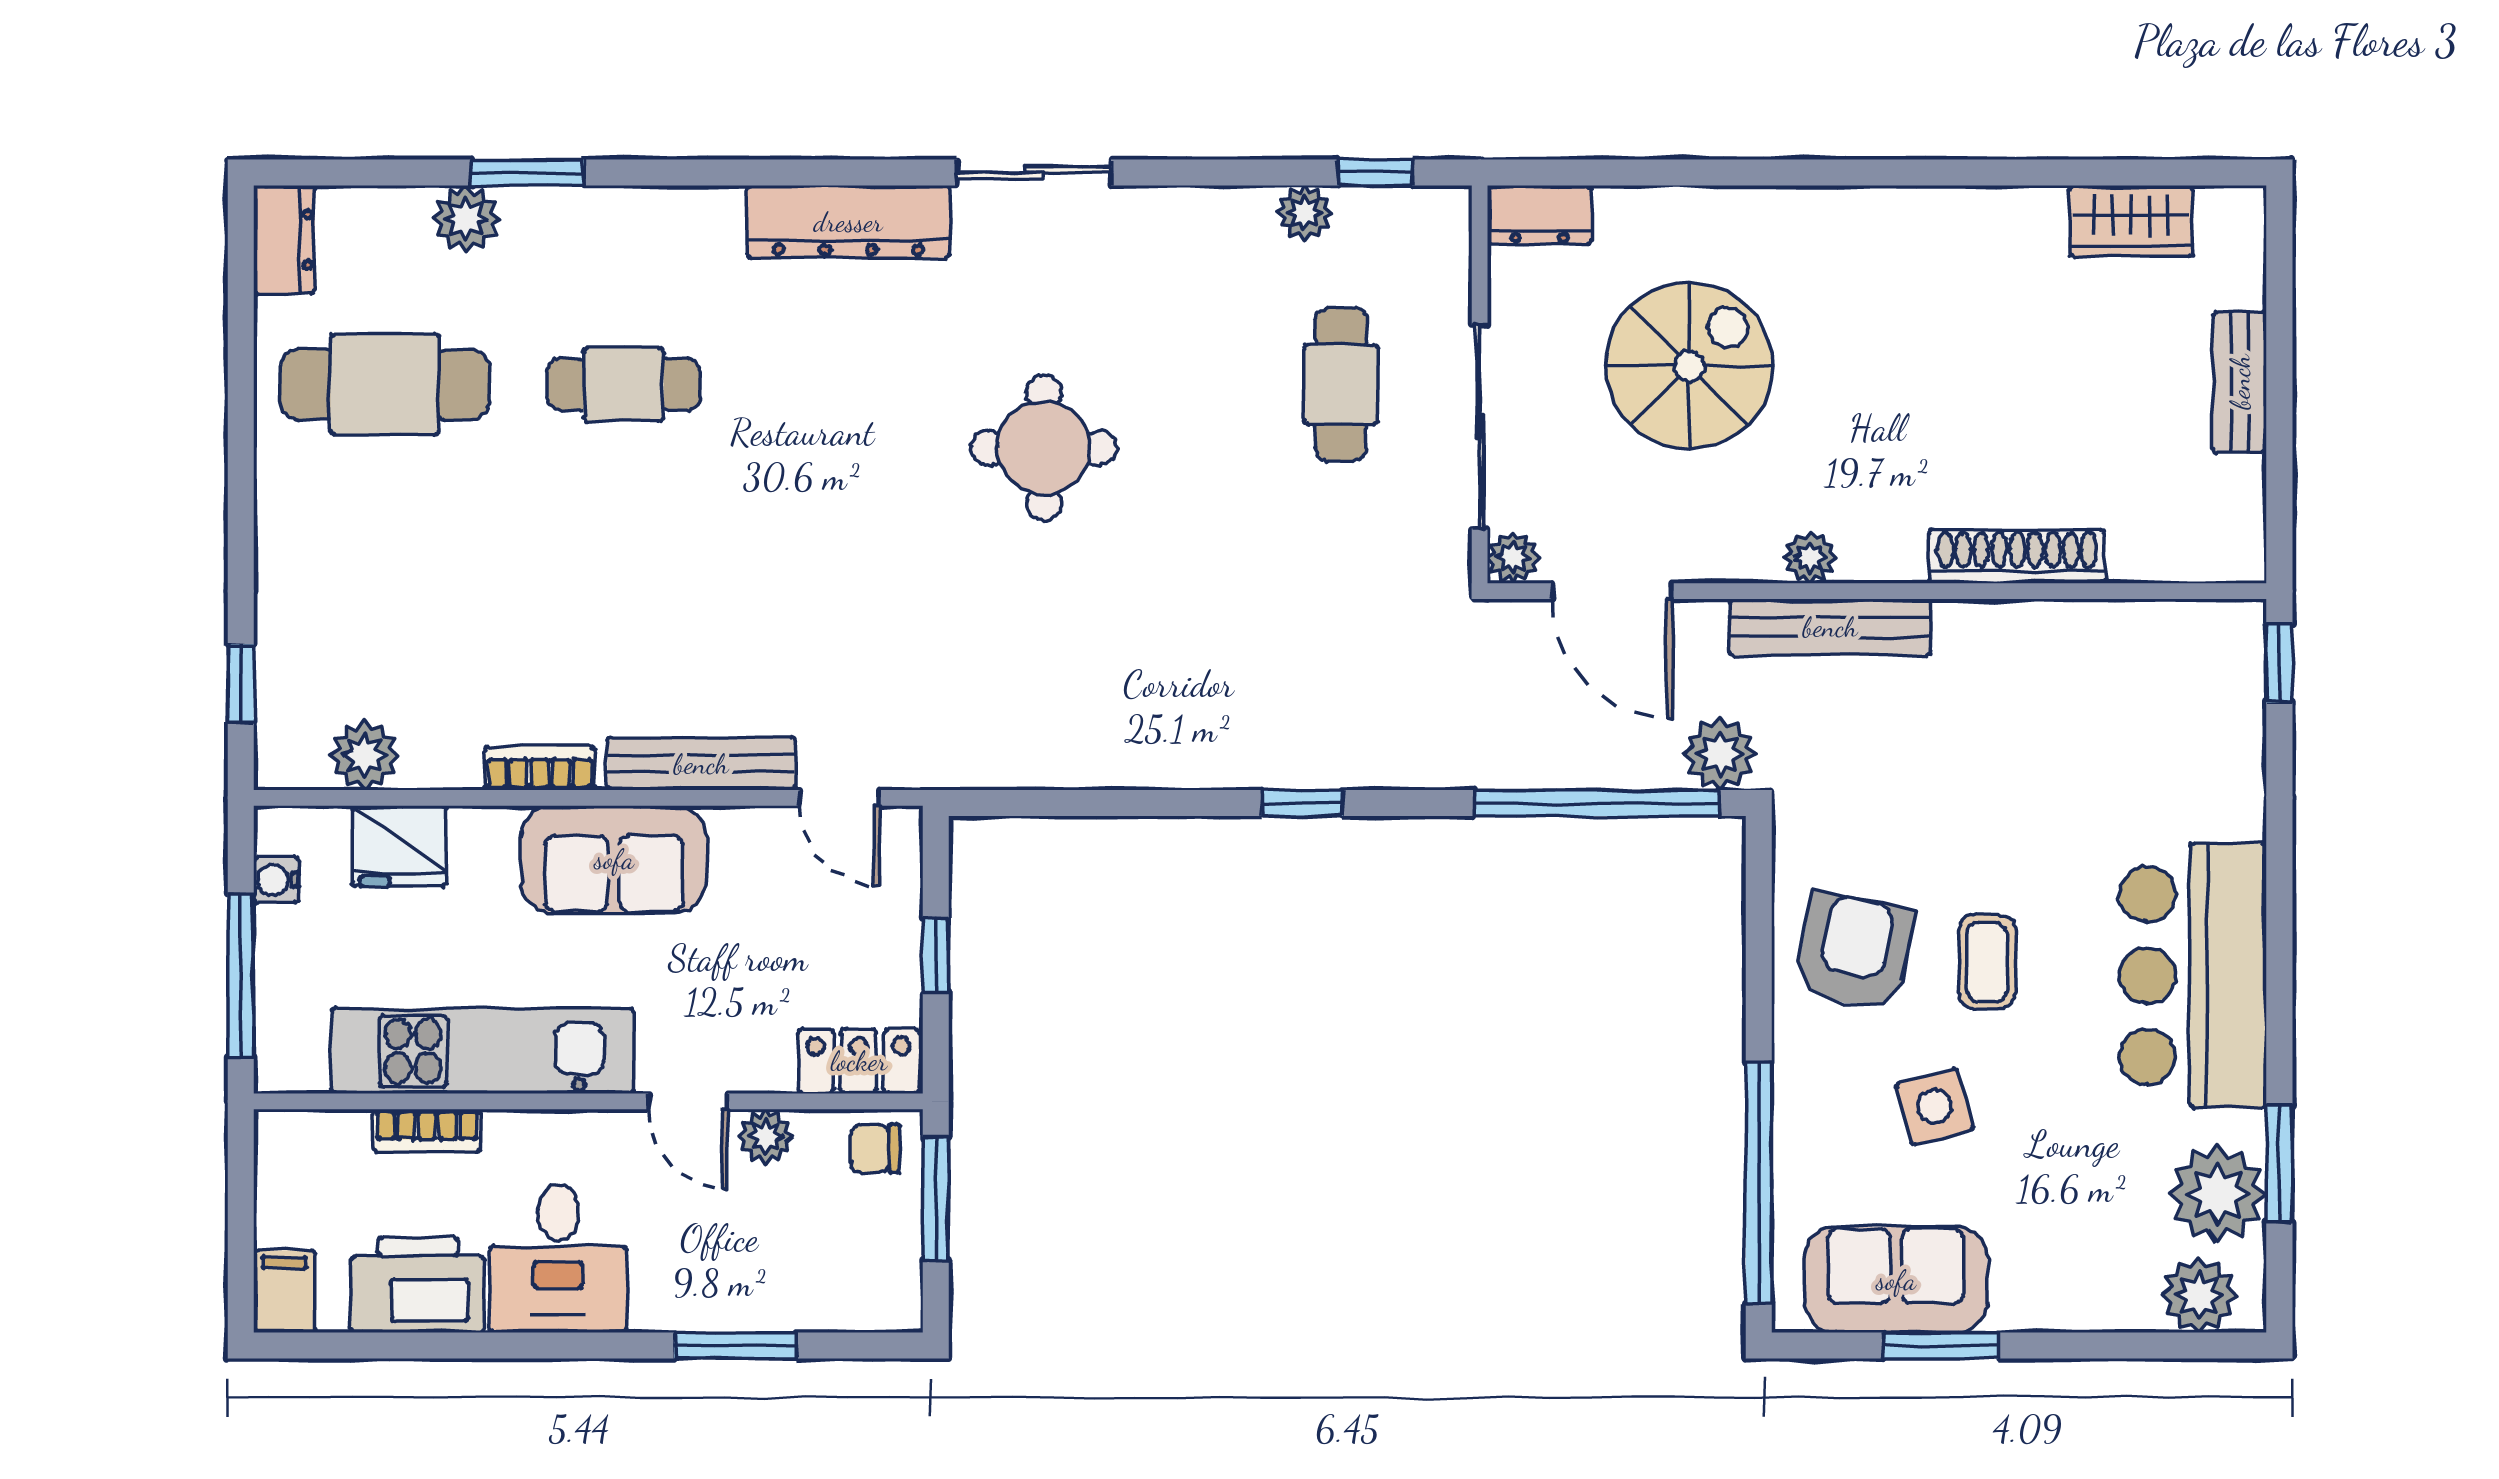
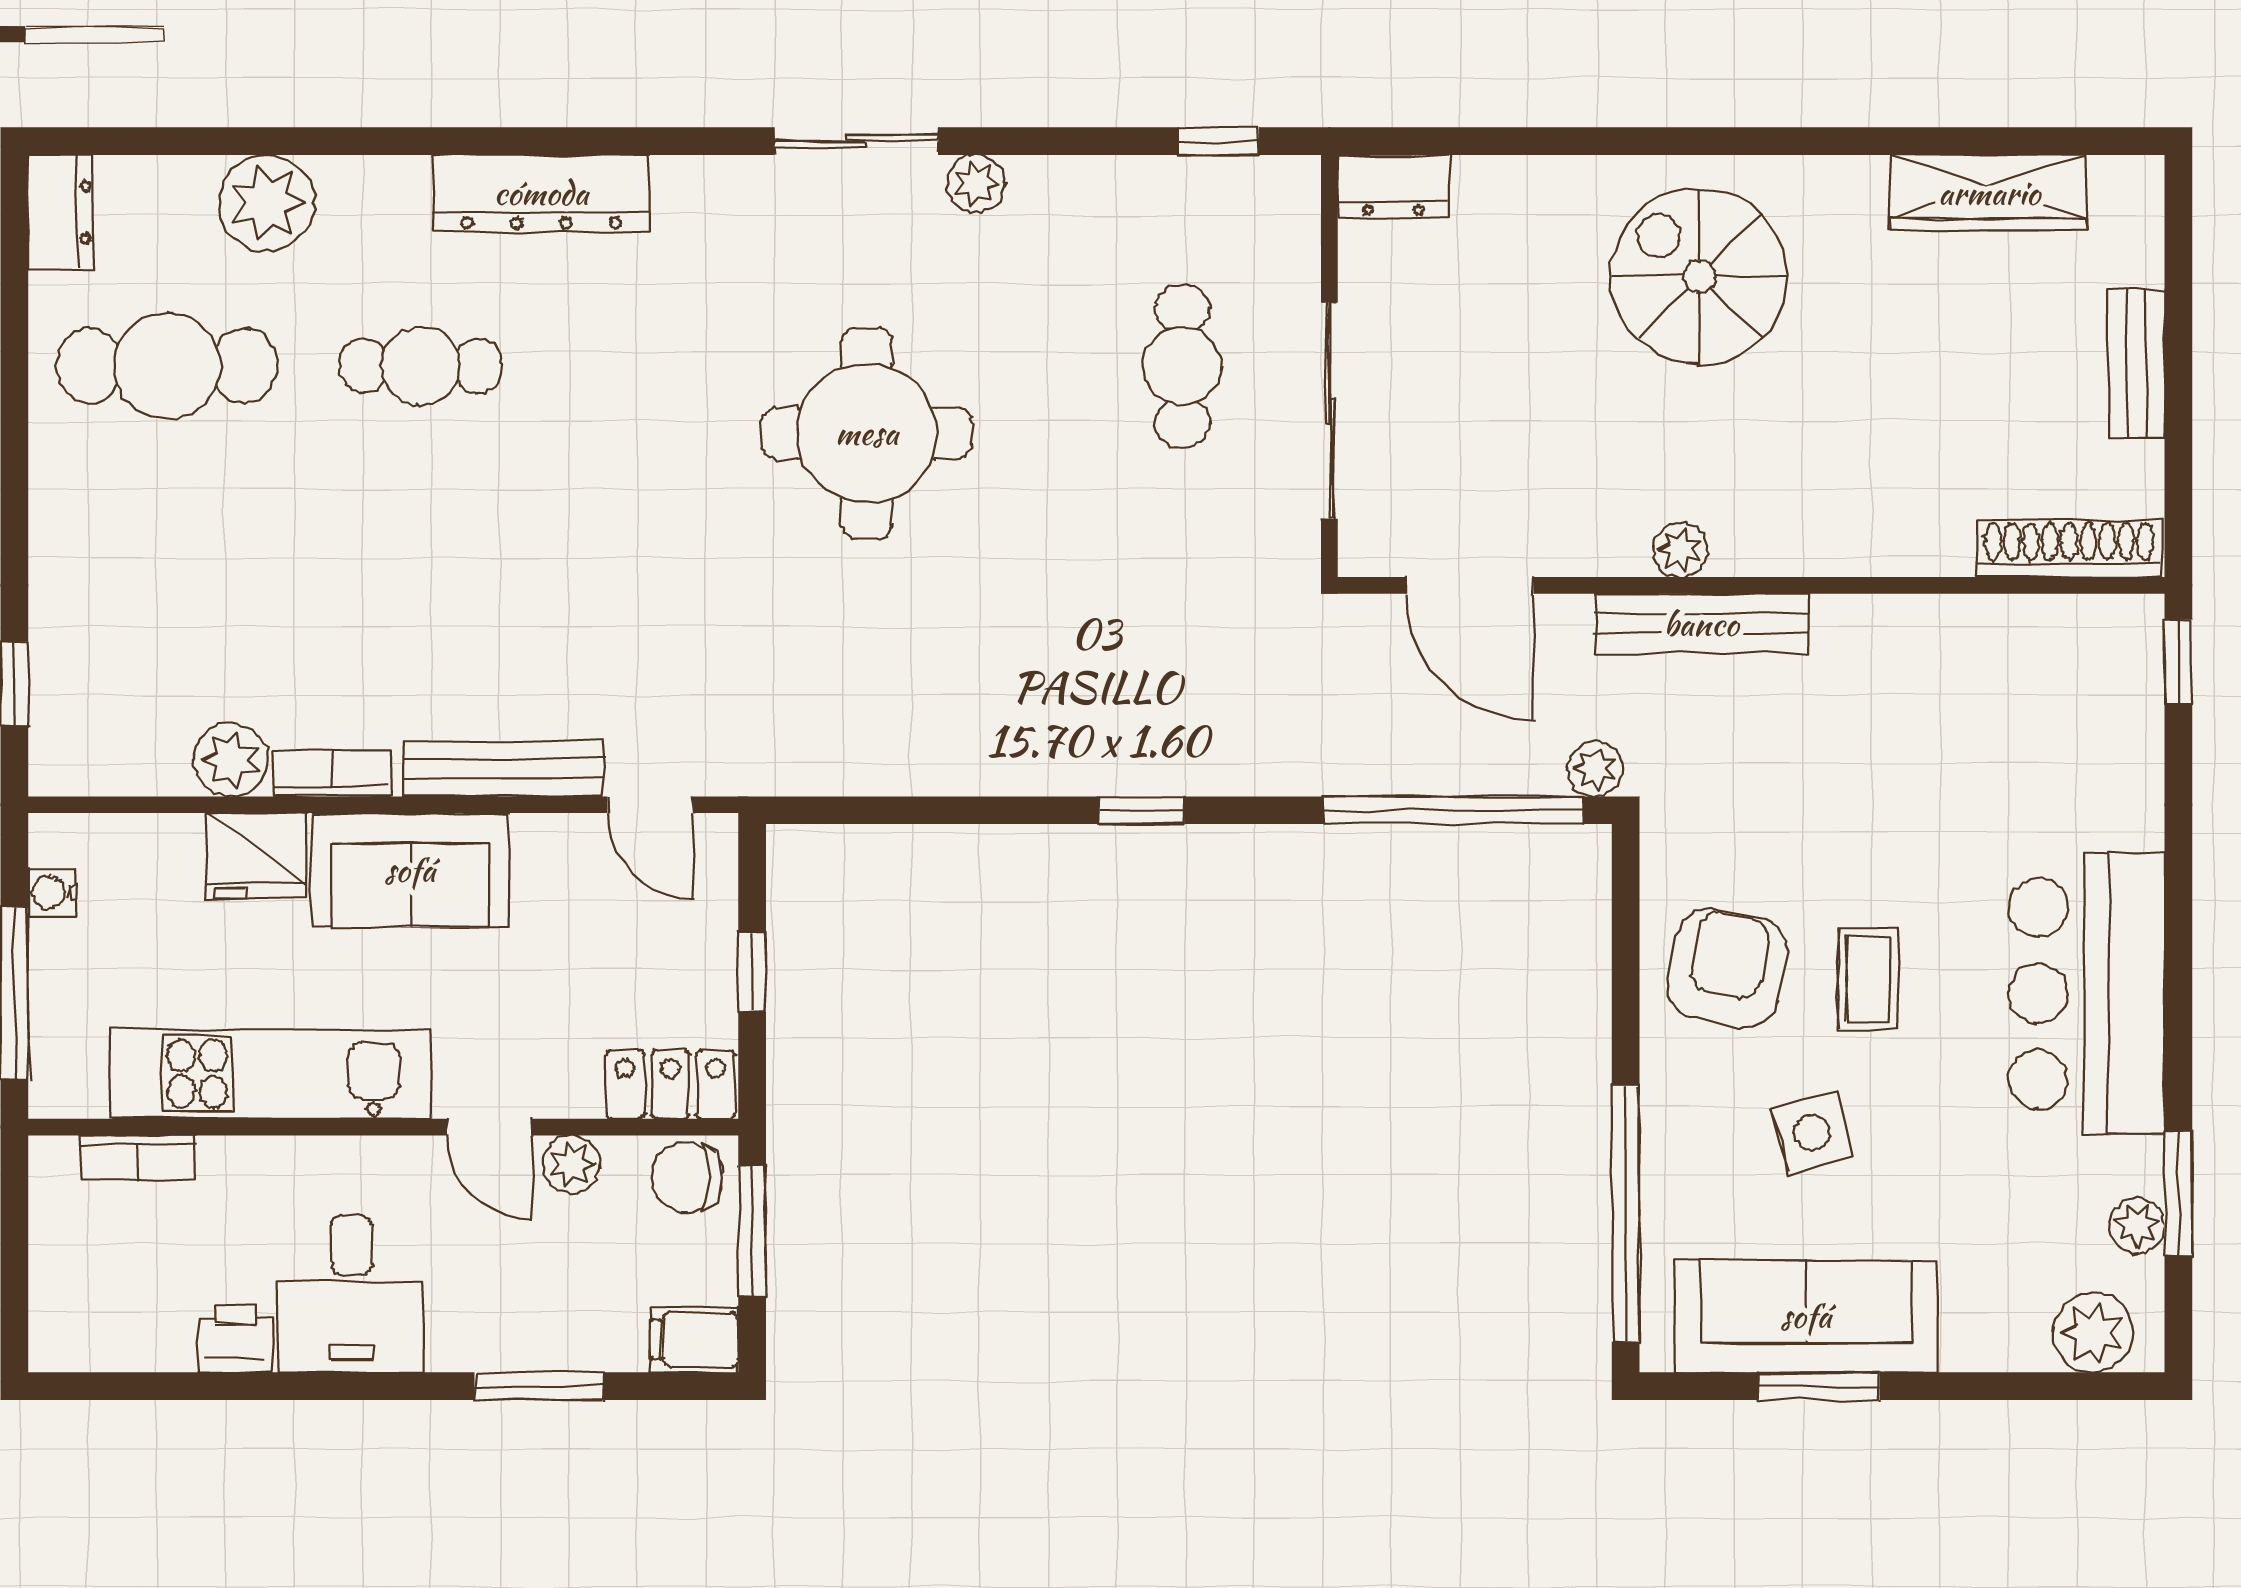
window: (527, 172) -> (319, 141), removed
plant: (1304, 213) -> (976, 184), moved
plant: (466, 219) -> (267, 203), width x1.36, depth x1.36
wardrobe: (2131, 221) -> (1989, 193), width x1.50
dresser: (848, 222) -> (541, 193), moved
spiral stairs: (1690, 366) -> (1699, 276), moved, turned -90
round table: (1044, 448) -> (867, 433), width x1.36, depth x1.36
shoe rack: (2017, 556) -> (2069, 548), moved
plant: (1513, 558) -> (1365, 550), removed
plant: (1720, 754) -> (1595, 769), width x0.73, depth x0.73
plant: (364, 755) -> (231, 760), moved
fridge: (399, 846) -> (256, 856), moved
bookcase: (427, 1131) -> (138, 1158), moved
chair: (875, 1149) -> (687, 1177), width x1.37, depth x1.37
plant: (2218, 1194) -> (2137, 1226), width x0.53, depth x0.53
sofa: (1896, 1280) -> (1806, 1316), width x1.36
printer: (418, 1285) -> (235, 1338), width x0.53, depth x0.68
filing cabinet: (285, 1291) -> (695, 1340), moved, turned -90

